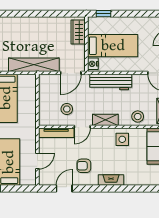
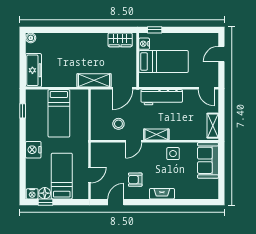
wardrobe: (78, 32) -> (120, 40), moved, turned -90
nightstand: (93, 64) -> (144, 44), moved
shelving: (34, 65) -> (94, 80), width x0.68
stool: (138, 117) -> (188, 131), removed
tv unit: (56, 133) -> (108, 147), removed

